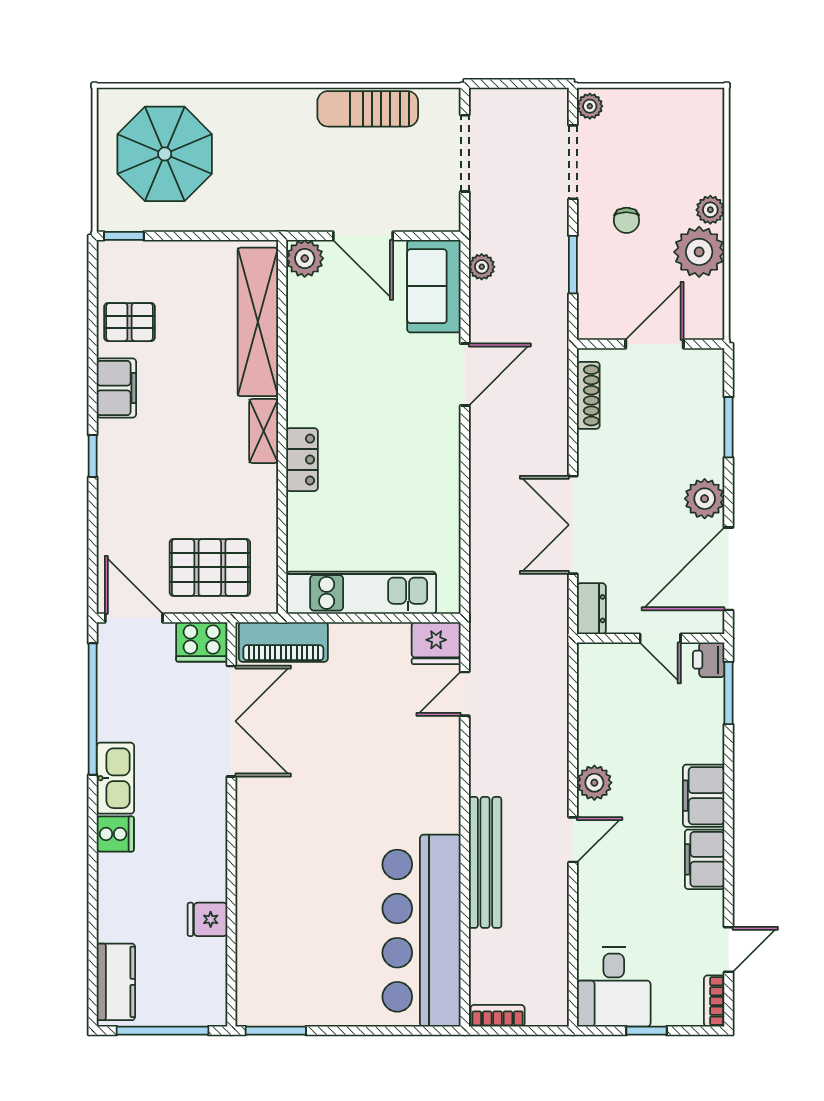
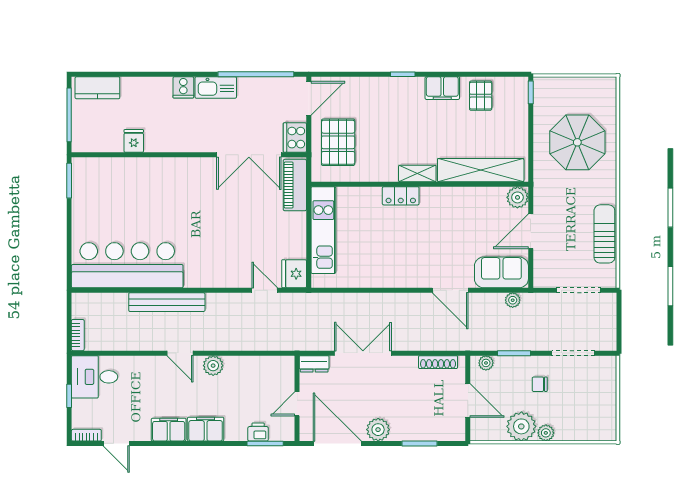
plant: (590, 106) -> (486, 363), moved
parasol: (165, 154) -> (577, 142), moved
printer: (709, 660) -> (258, 432), moved
bookcase: (498, 1016) -> (78, 335), moved

